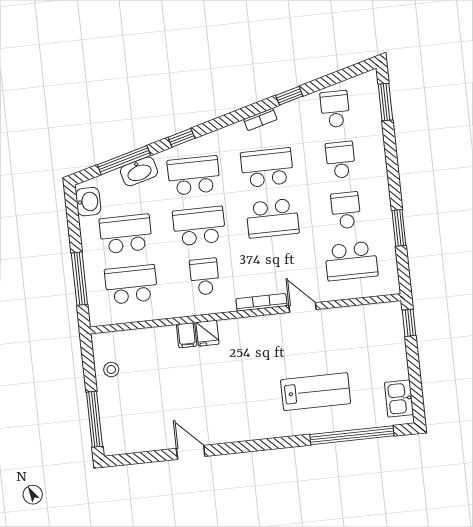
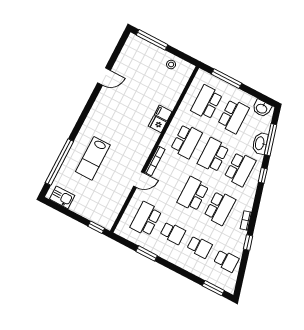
school desk: (199, 226) -> (213, 155), turned 180
school desk: (205, 277) -> (186, 141), width x1.85
school desk: (131, 284) -> (207, 102), turned 180

